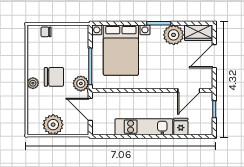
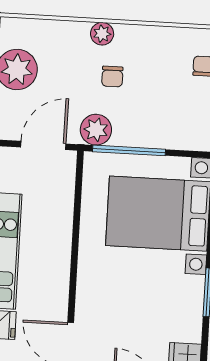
plant: (174, 35) -> (182, 321), removed
chair: (54, 77) -> (112, 77), width x0.54, depth x0.54

